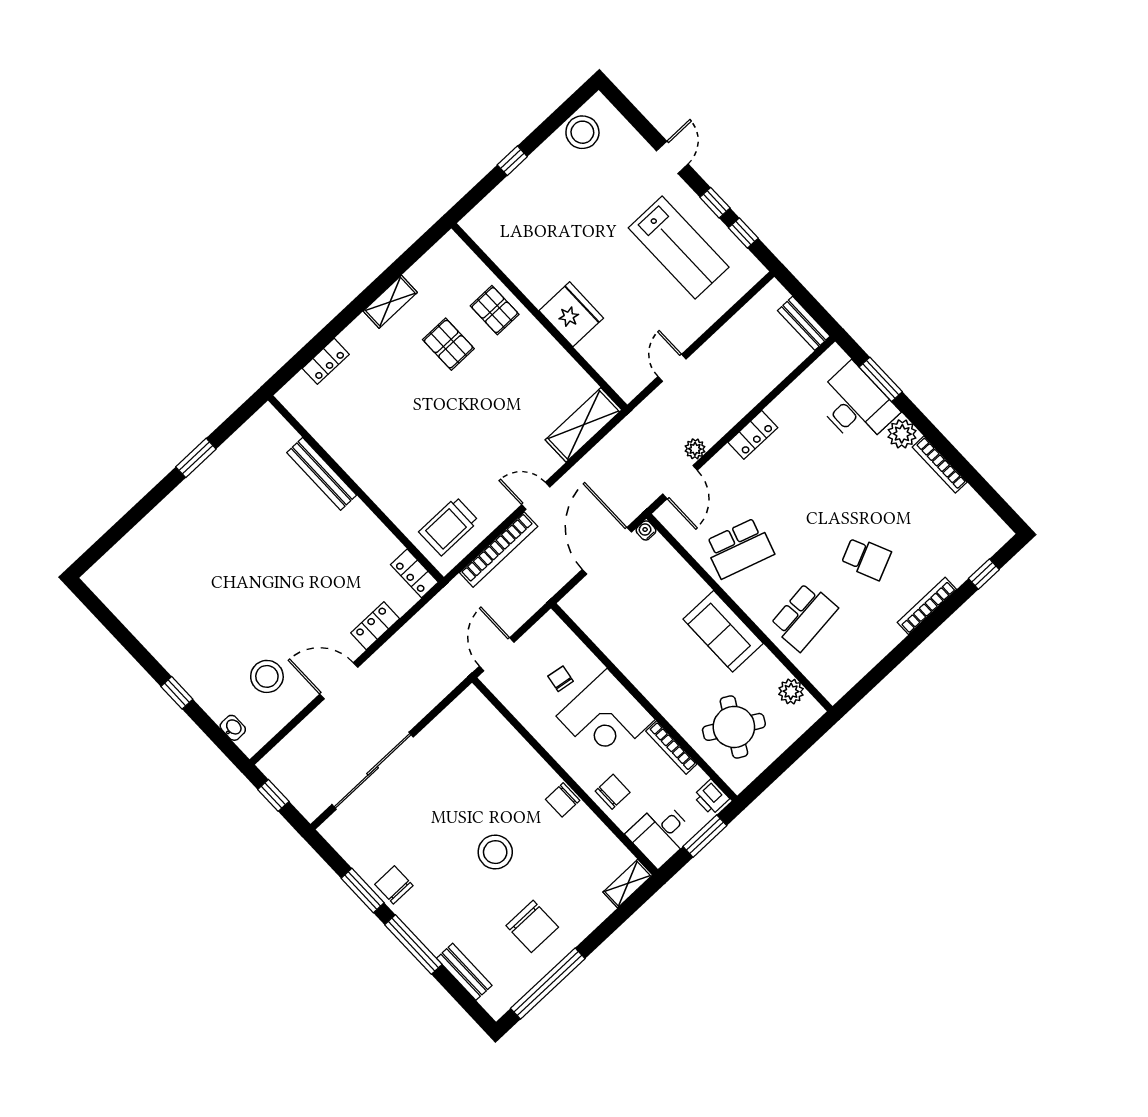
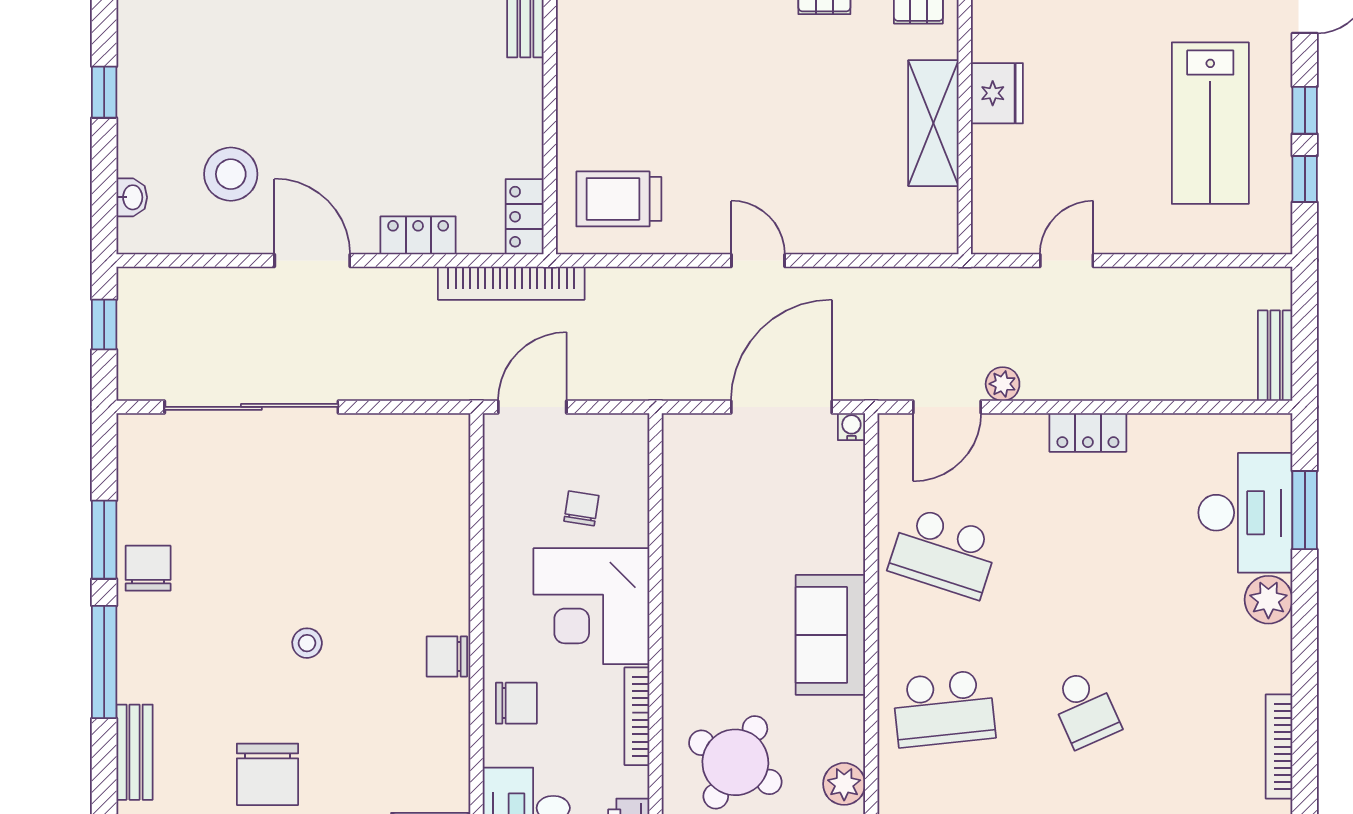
fridge: (571, 314) -> (997, 93), width x0.73, depth x0.75
shelving: (584, 425) -> (933, 123), moved, turned 90
bookcase: (940, 465) -> (1279, 747), moved
bookcase: (499, 550) -> (511, 283), moved
stool: (495, 852) -> (307, 643), width x0.53, depth x0.53

